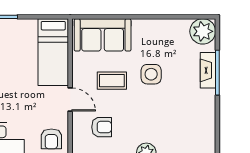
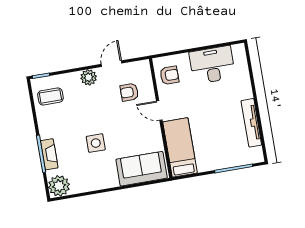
coffee table: (112, 81) -> (50, 96), moved
armchair: (51, 139) -> (169, 75), turned 90

